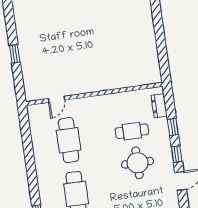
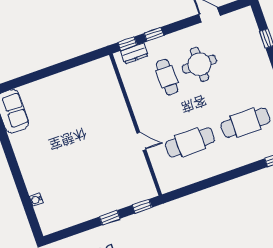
window: (19, 85) -> (142, 206), added
door: (56, 99) -> (141, 141), moved
window: (177, 154) -> (128, 44), moved

